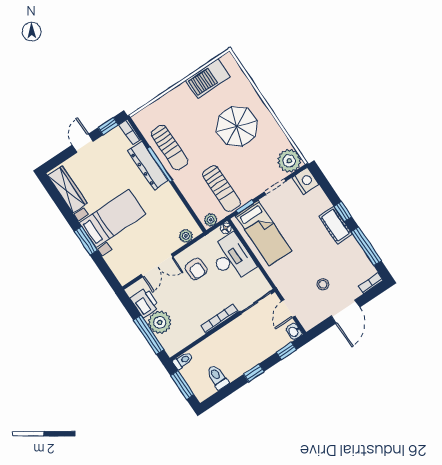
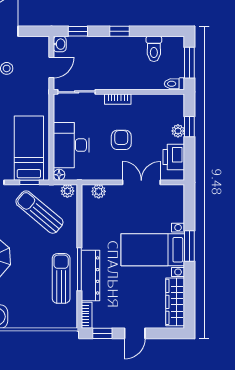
sun lounger: (222, 189) -> (39, 212), turned -50
armchair: (196, 269) -> (121, 140), moved
bookcase: (219, 319) -> (118, 99), width x0.64
plant: (160, 322) -> (178, 131), width x0.53, depth x0.53
window: (149, 335) -> (189, 127), width x0.46

